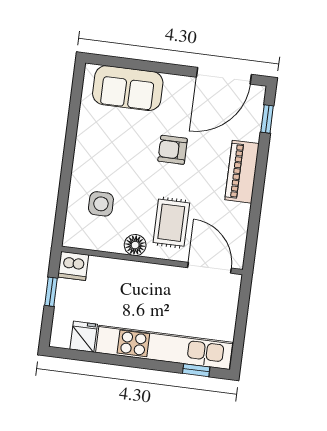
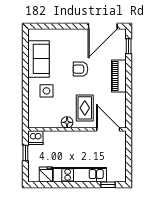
sofa: (128, 88) -> (39, 59), moved, turned -90
side table: (101, 204) -> (46, 91), moved
kitchen unit: (164, 347) -> (80, 175), width x0.73

